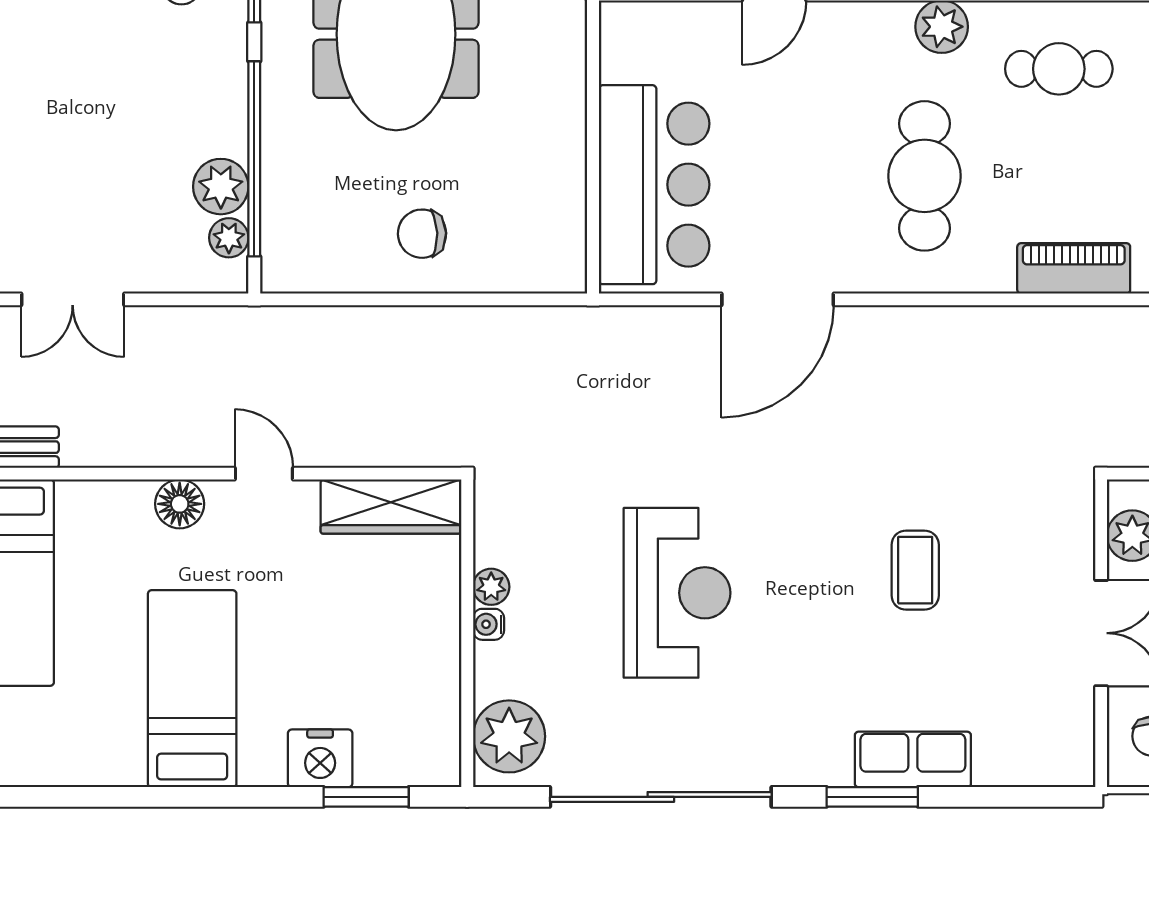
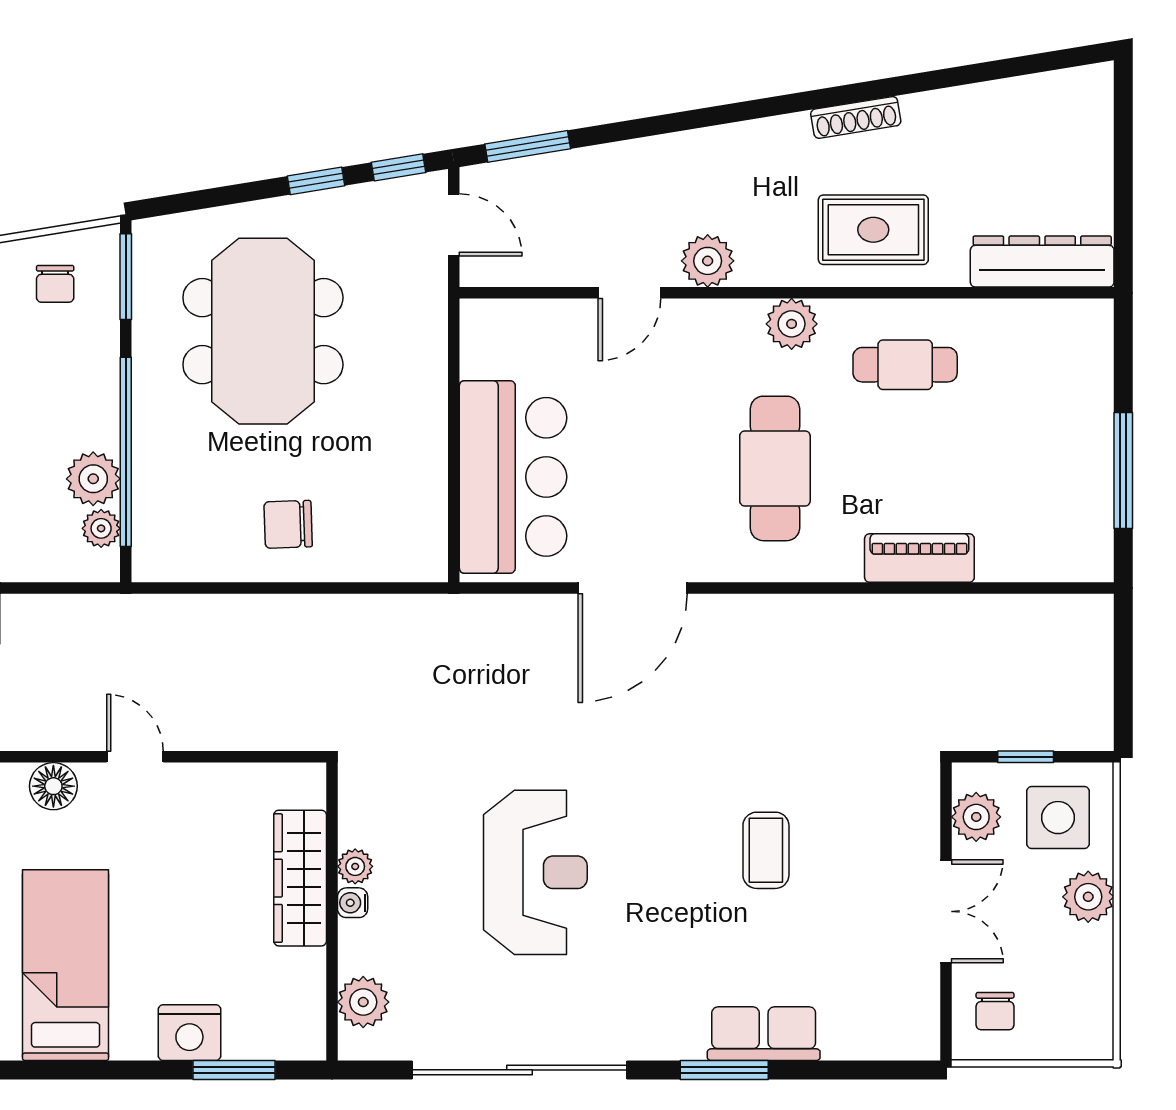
wardrobe: (391, 507) -> (300, 878), moved, turned 90
plant: (509, 736) -> (363, 1002), width x0.73, depth x0.73

